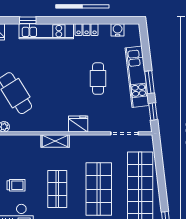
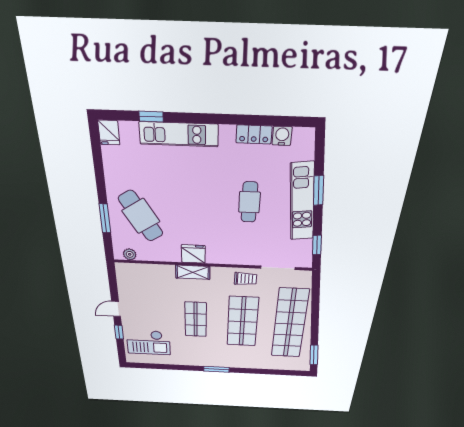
locker: (87, 30) -> (254, 135), moved
window: (150, 82) -> (318, 190), moved
fridge: (78, 124) -> (193, 254), moved
trolley: (16, 185) -> (245, 279), moved

